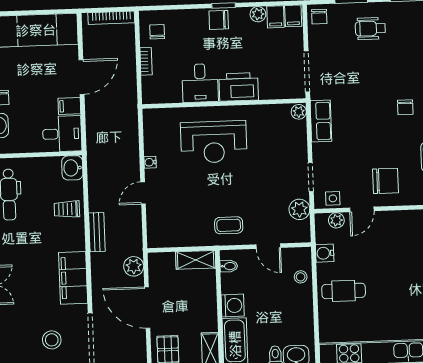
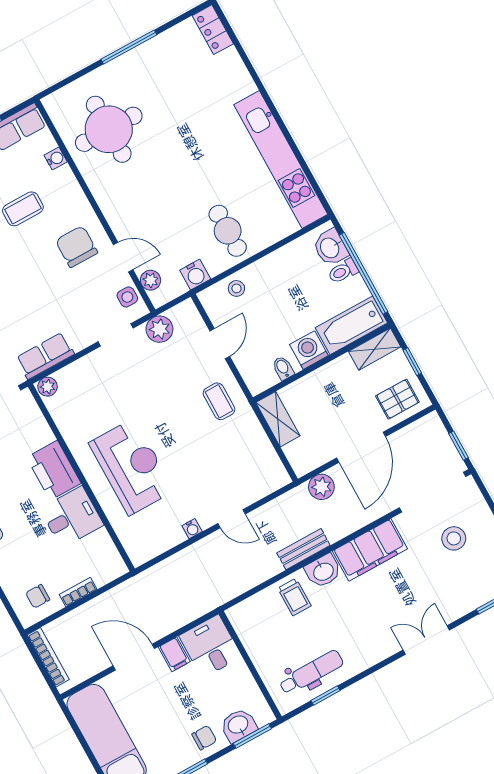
washbasin: (72, 168) -> (323, 571), moved
bidet: (229, 266) -> (283, 368), moved

